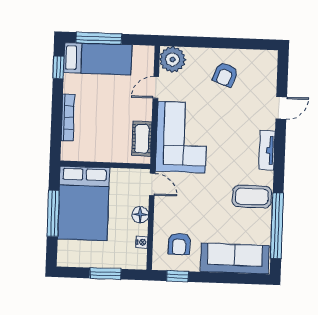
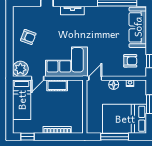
window: (99, 38) -> (9, 113), removed
bed: (98, 59) -> (22, 100), moved, turned 180
door: (156, 88) -> (37, 78), hinge flipped
cot: (142, 139) -> (57, 85), moved
coffee table: (252, 196) -> (100, 18), removed
bed: (83, 203) -> (125, 119), moved, turned 180

